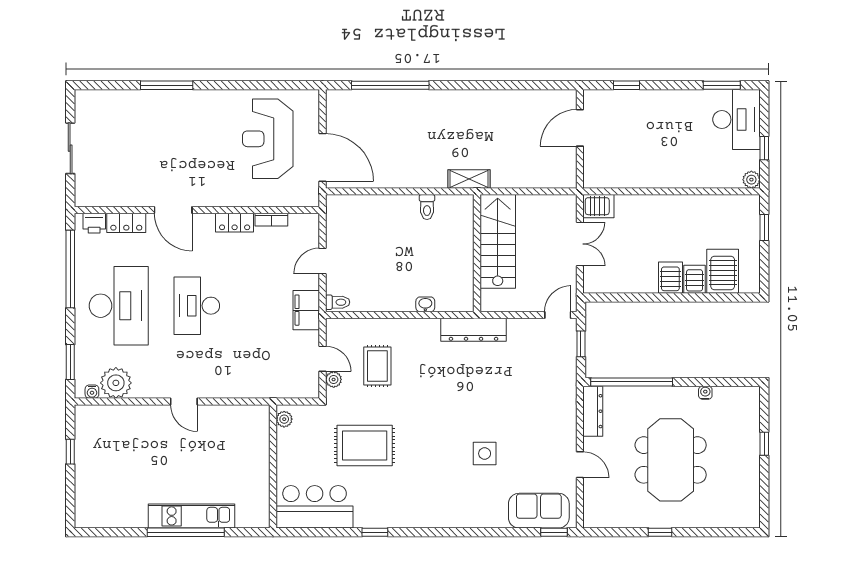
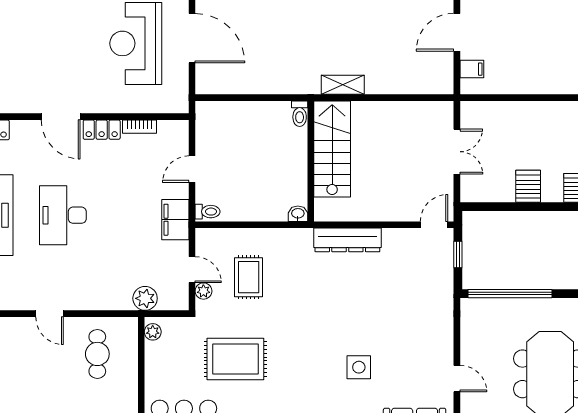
door: (322, 157) -> (192, 38), moved
filing cabinet: (595, 164) -> (472, 69), added
server rack: (598, 206) -> (476, 113), removed
door: (173, 210) -> (61, 117), moved
stairs: (498, 241) -> (332, 149), moved
wall: (477, 253) -> (311, 161), moved
server rack: (670, 278) -> (528, 186), moved
plant: (277, 387) -> (145, 298), added
dresser: (593, 411) -> (470, 324), removed
cafe table: (230, 441) -> (97, 354), added

